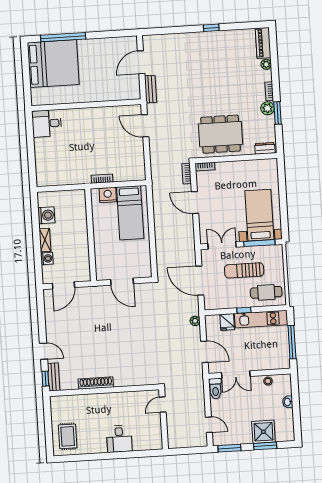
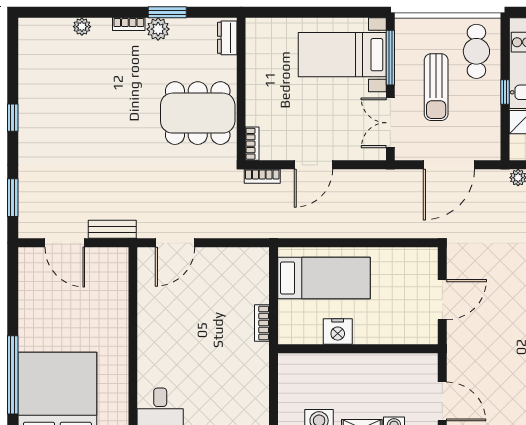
window: (165, 31) -> (13, 198), added
piano: (263, 43) -> (45, 30), removed
dining table: (221, 134) -> (198, 113), turned 90
nightstand: (108, 195) -> (338, 332), moved, turned -90

